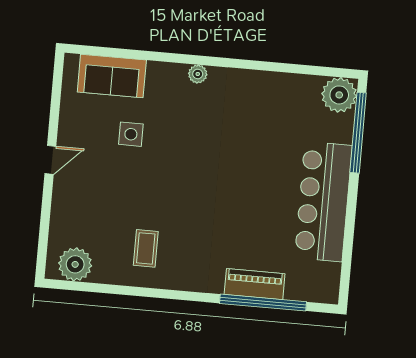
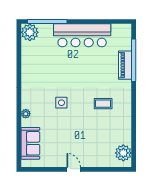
plant: (198, 74) -> (26, 114), moved
side table: (131, 134) -> (61, 103), moved
coffee table: (146, 248) -> (103, 104), moved

